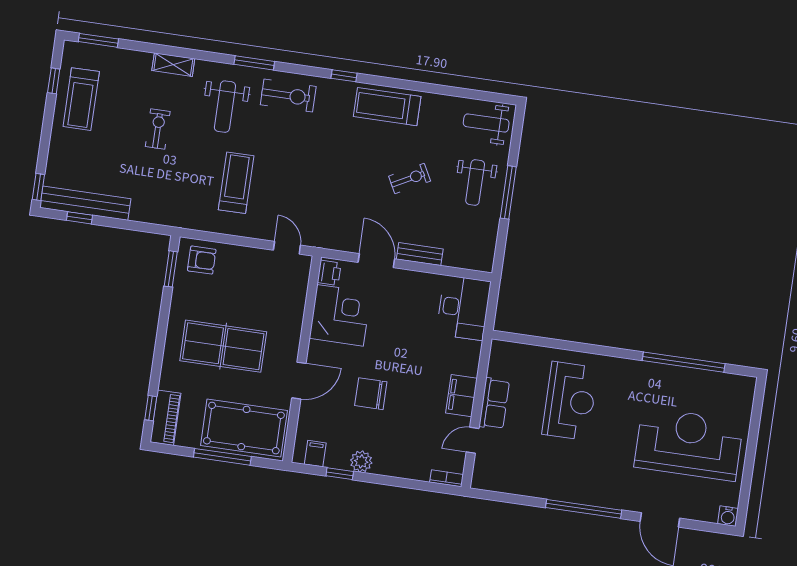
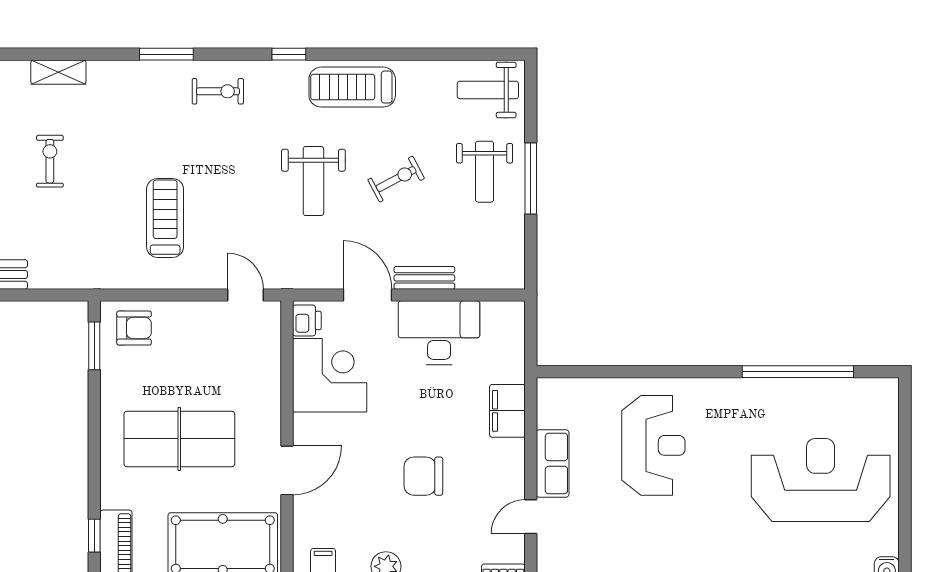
exercise bike: (288, 96) -> (218, 91), width x0.73, depth x0.72
weight bench: (225, 107) -> (313, 181), moved
desk: (463, 308) -> (439, 333), moved, turned -90
chair: (371, 394) -> (423, 476), moved
filing cabinet: (461, 396) -> (507, 411), moved

